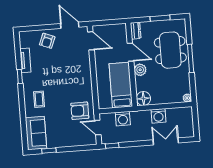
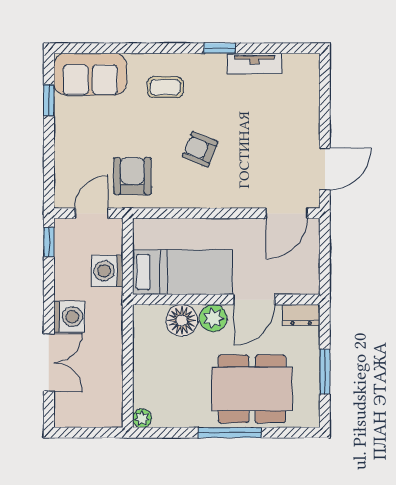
armchair: (47, 41) -> (200, 149), moved
floor lamp: (143, 99) -> (182, 320), moved
washing machine: (158, 116) -> (69, 317), moved, turned 180

